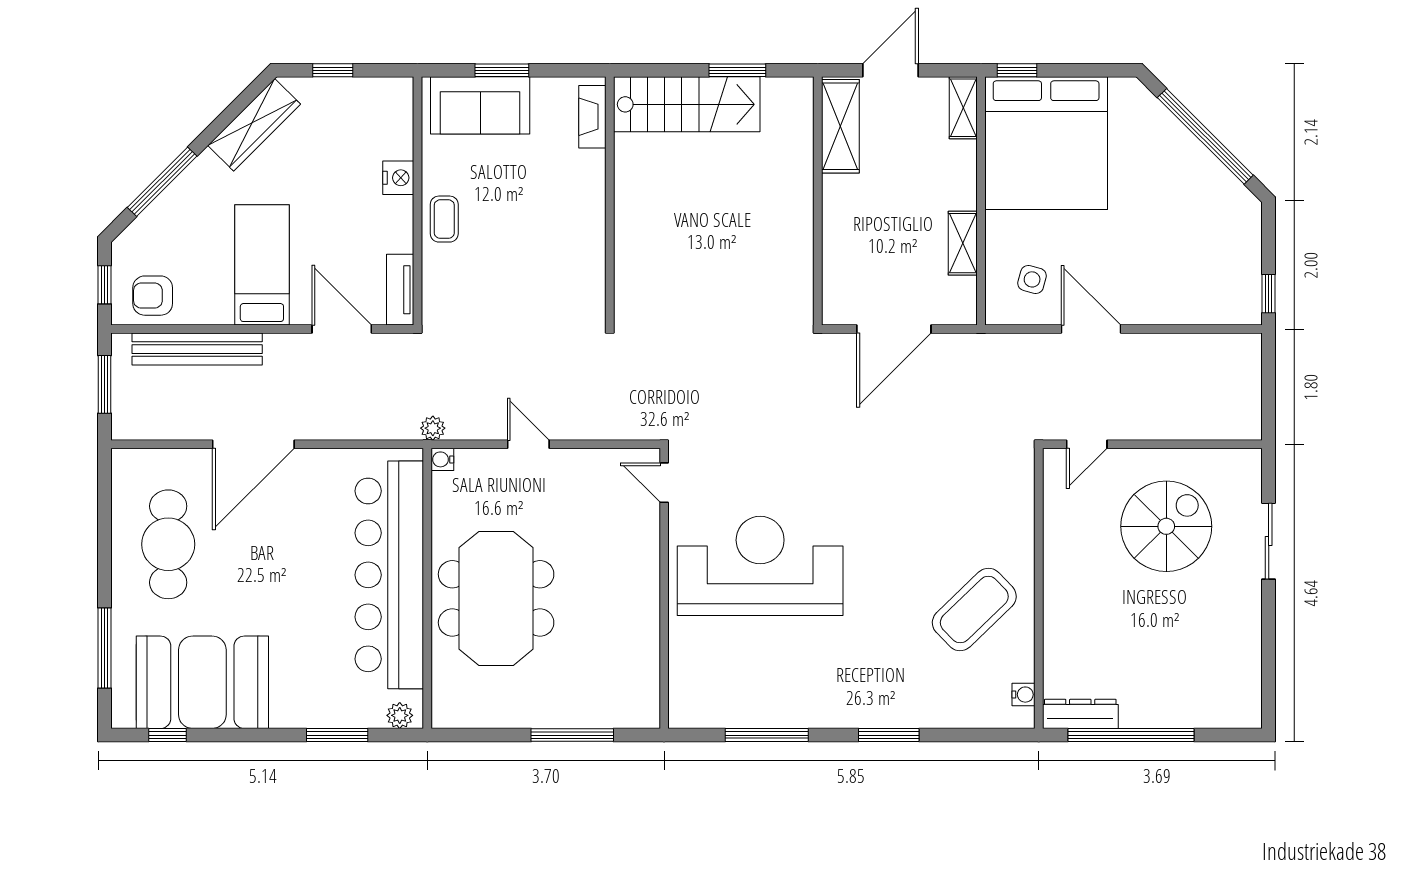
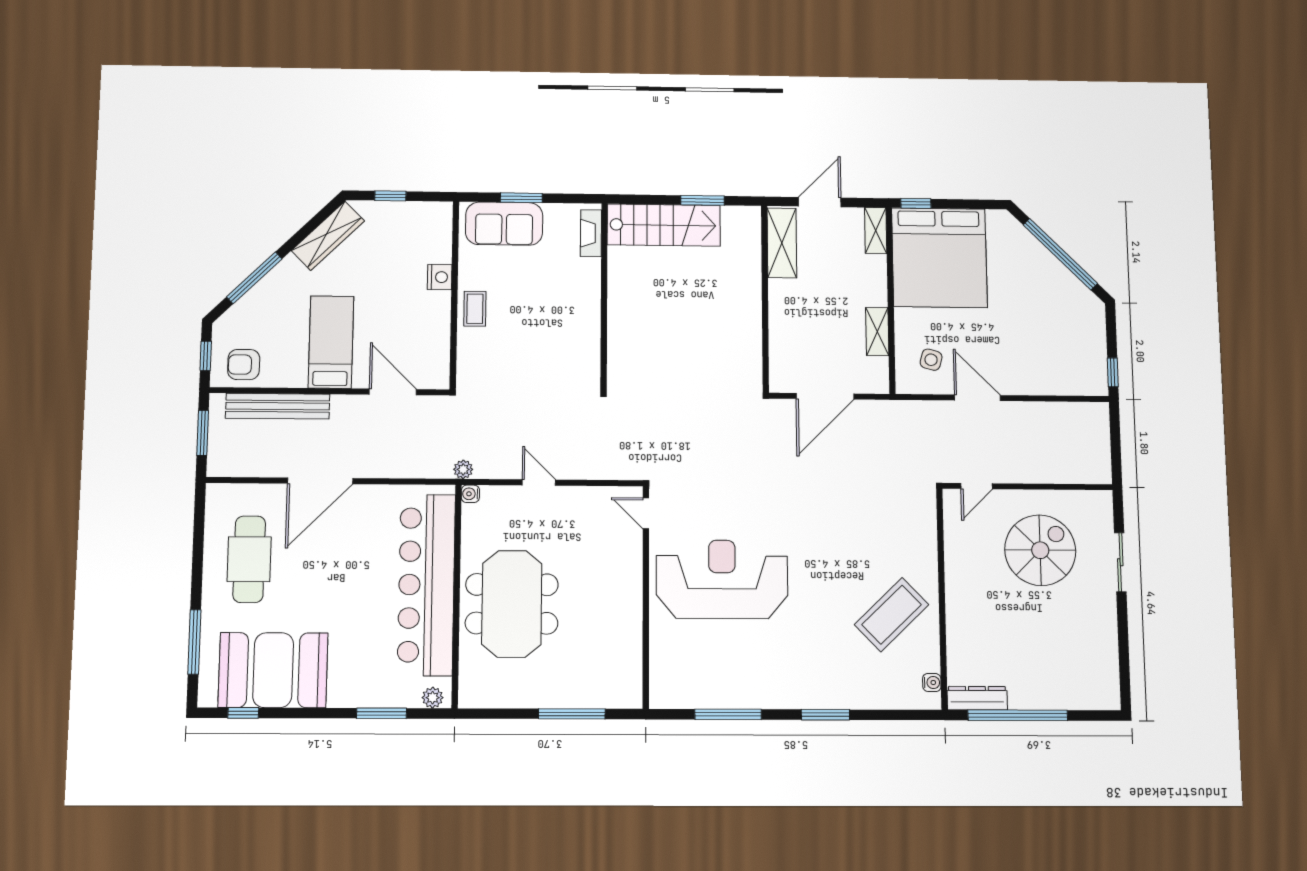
tv unit: (400, 290) -> (439, 362), removed

